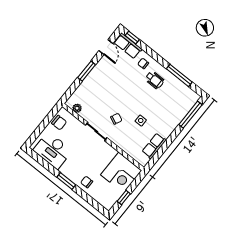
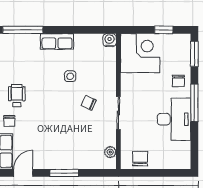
row of seats: (154, 146) -> (57, 41), moved
desk: (53, 150) -> (174, 119), moved
water cooler: (143, 161) -> (110, 40), added
window: (66, 181) -> (194, 103), width x1.44
window: (95, 204) -> (194, 54), added

